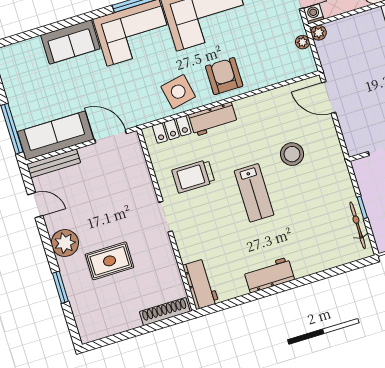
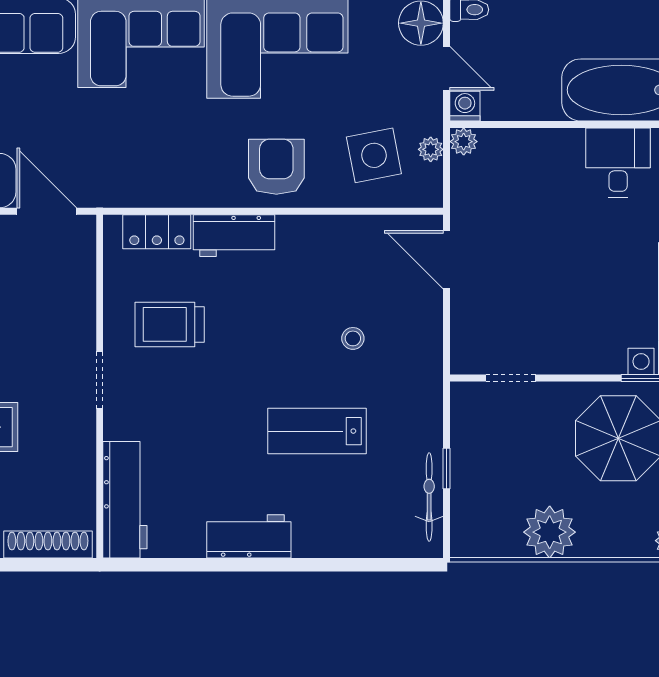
side table: (178, 92) -> (374, 155), moved
stool: (292, 154) -> (353, 338), width x0.53, depth x0.53
lab bench: (254, 193) -> (317, 431), moved, turned 90
workbench: (201, 284) -> (125, 500), width x1.38

